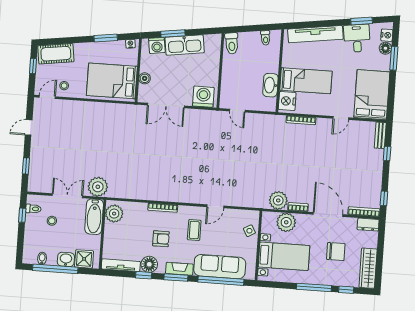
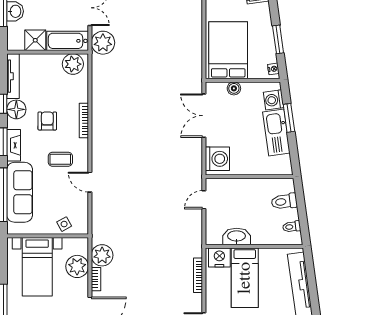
toilet: (232, 43) -> (284, 201), moved
armchair: (161, 239) -> (47, 121), turned 180
shower: (84, 259) -> (35, 40), moved

